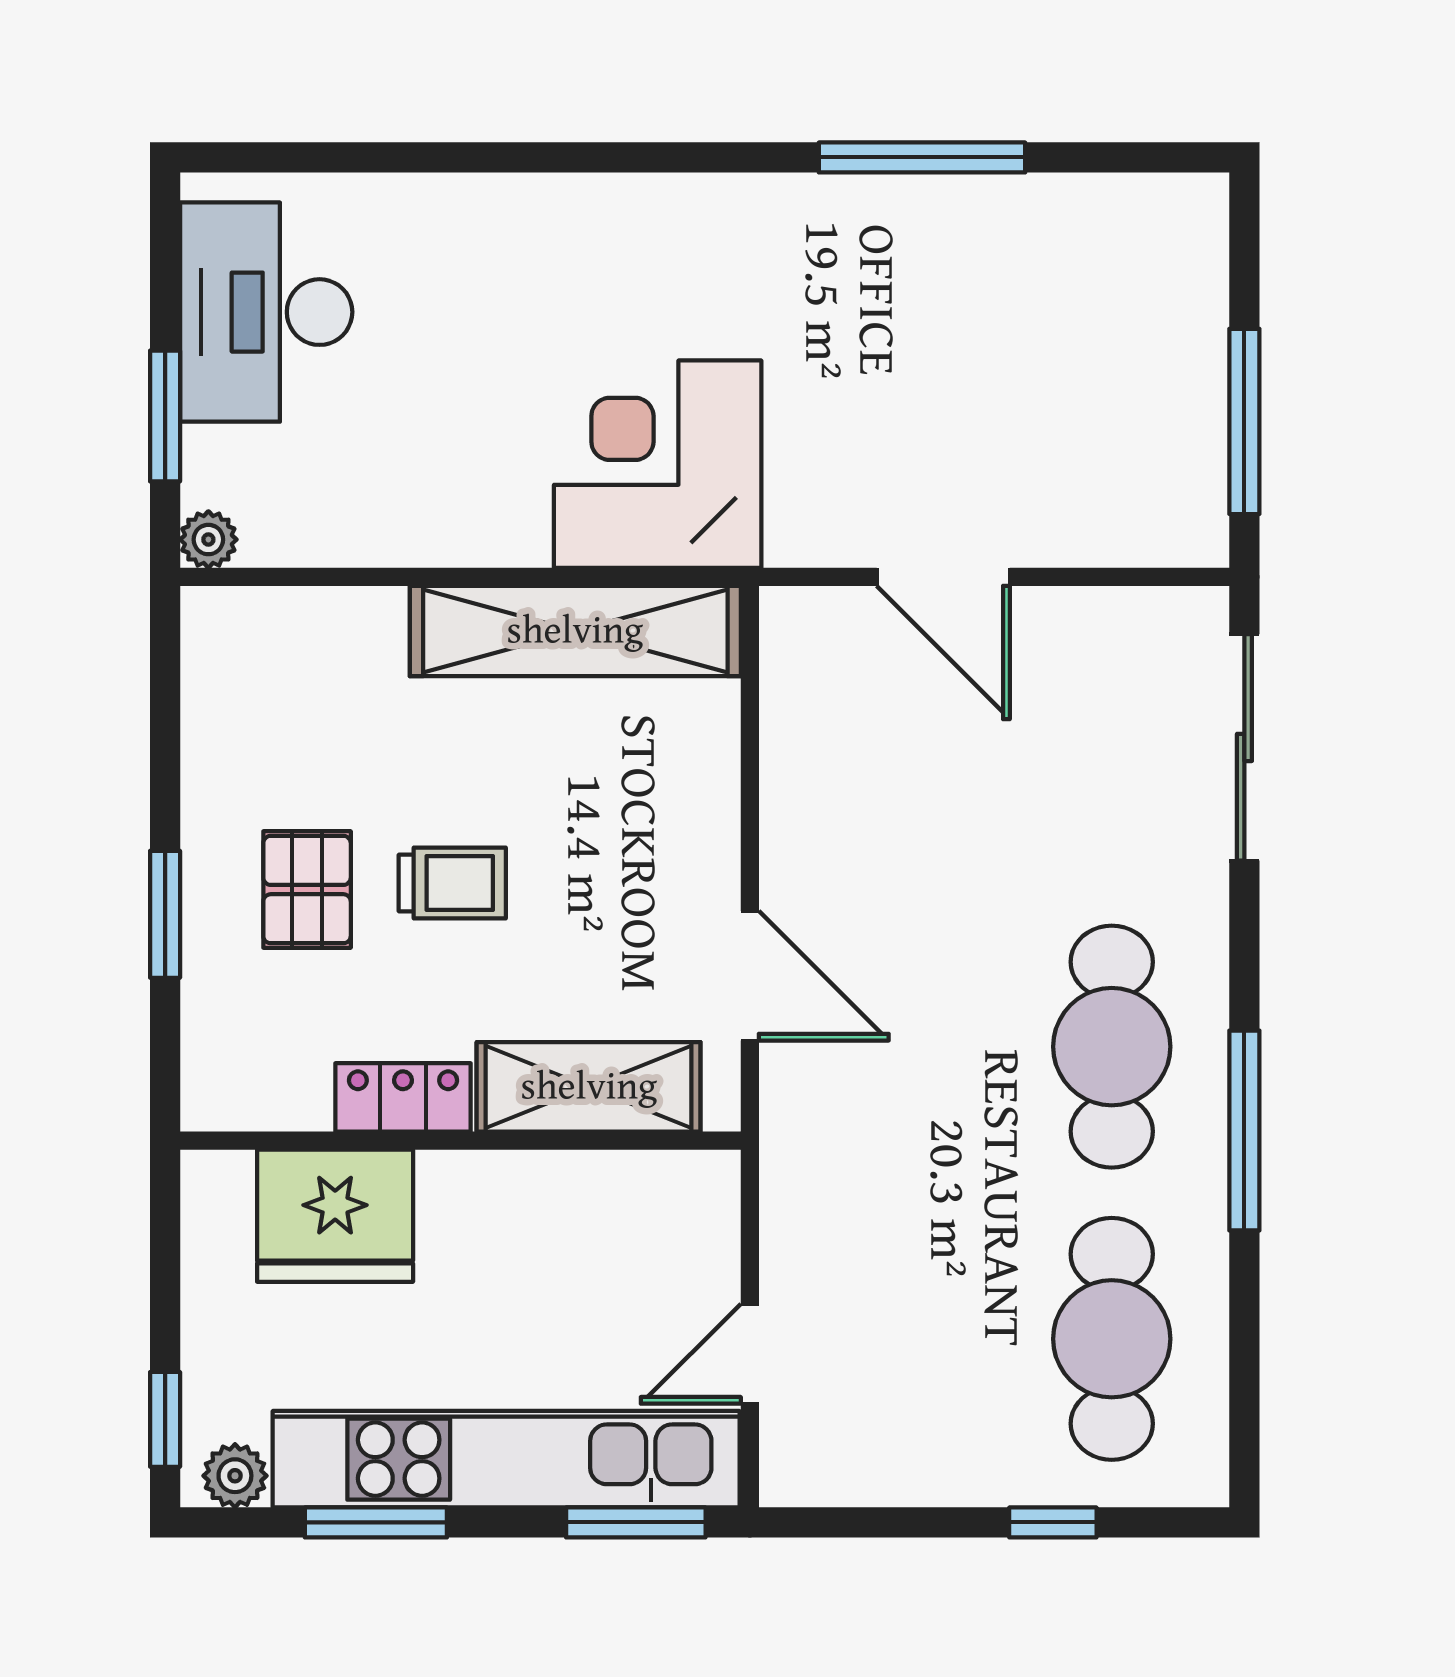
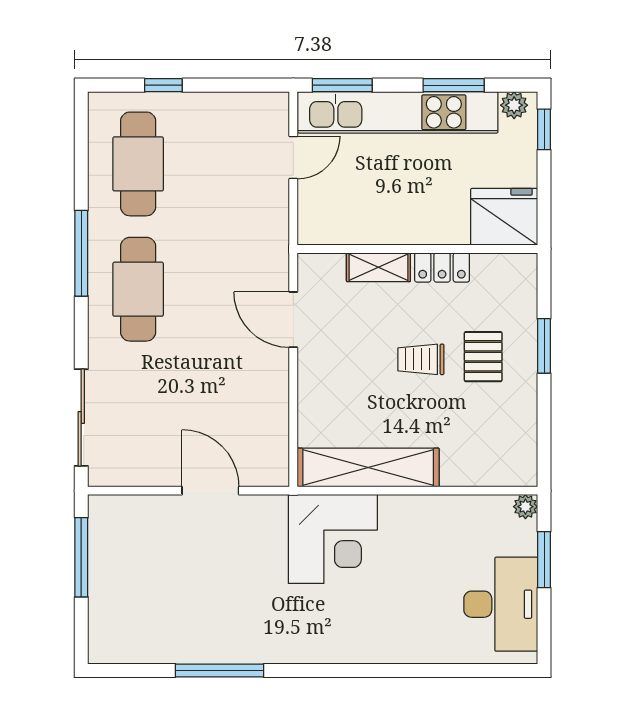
shelving: (589, 1087) -> (378, 267), width x0.67, depth x0.75
fridge: (335, 1216) -> (504, 217), moved

